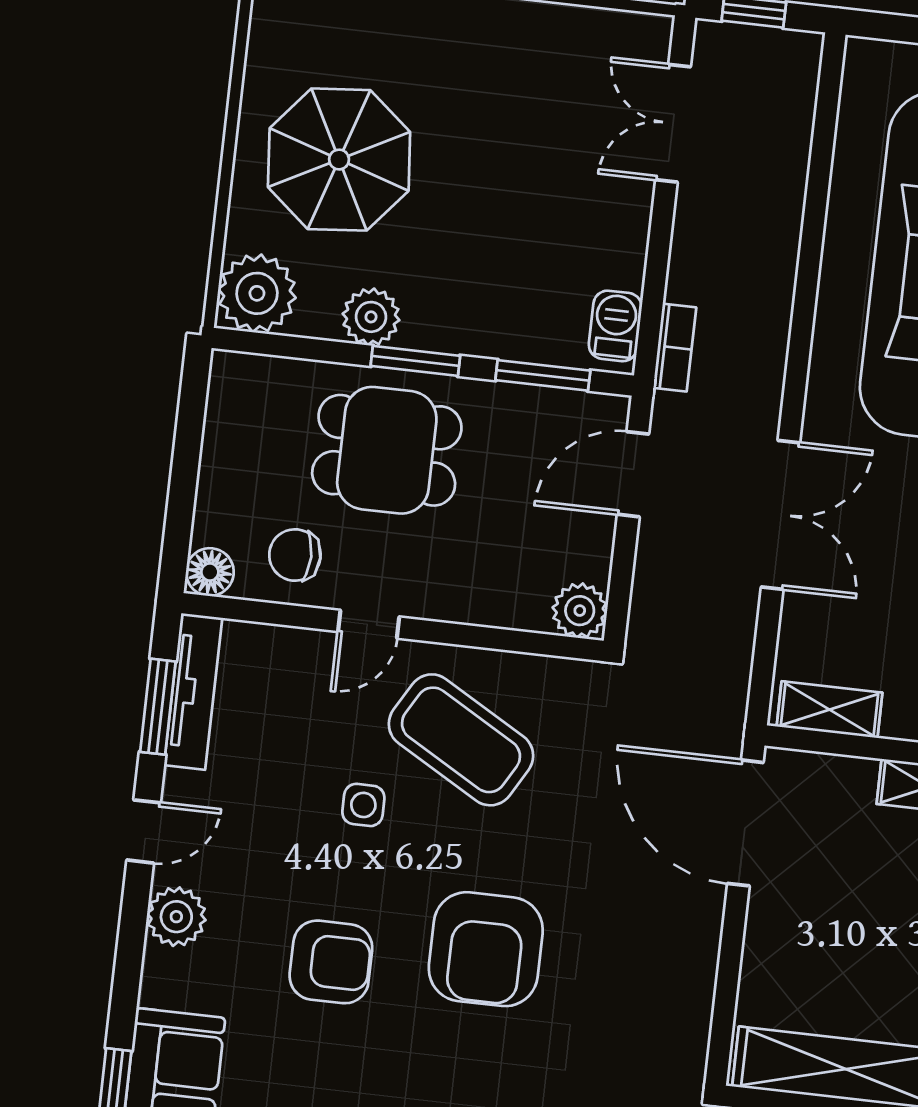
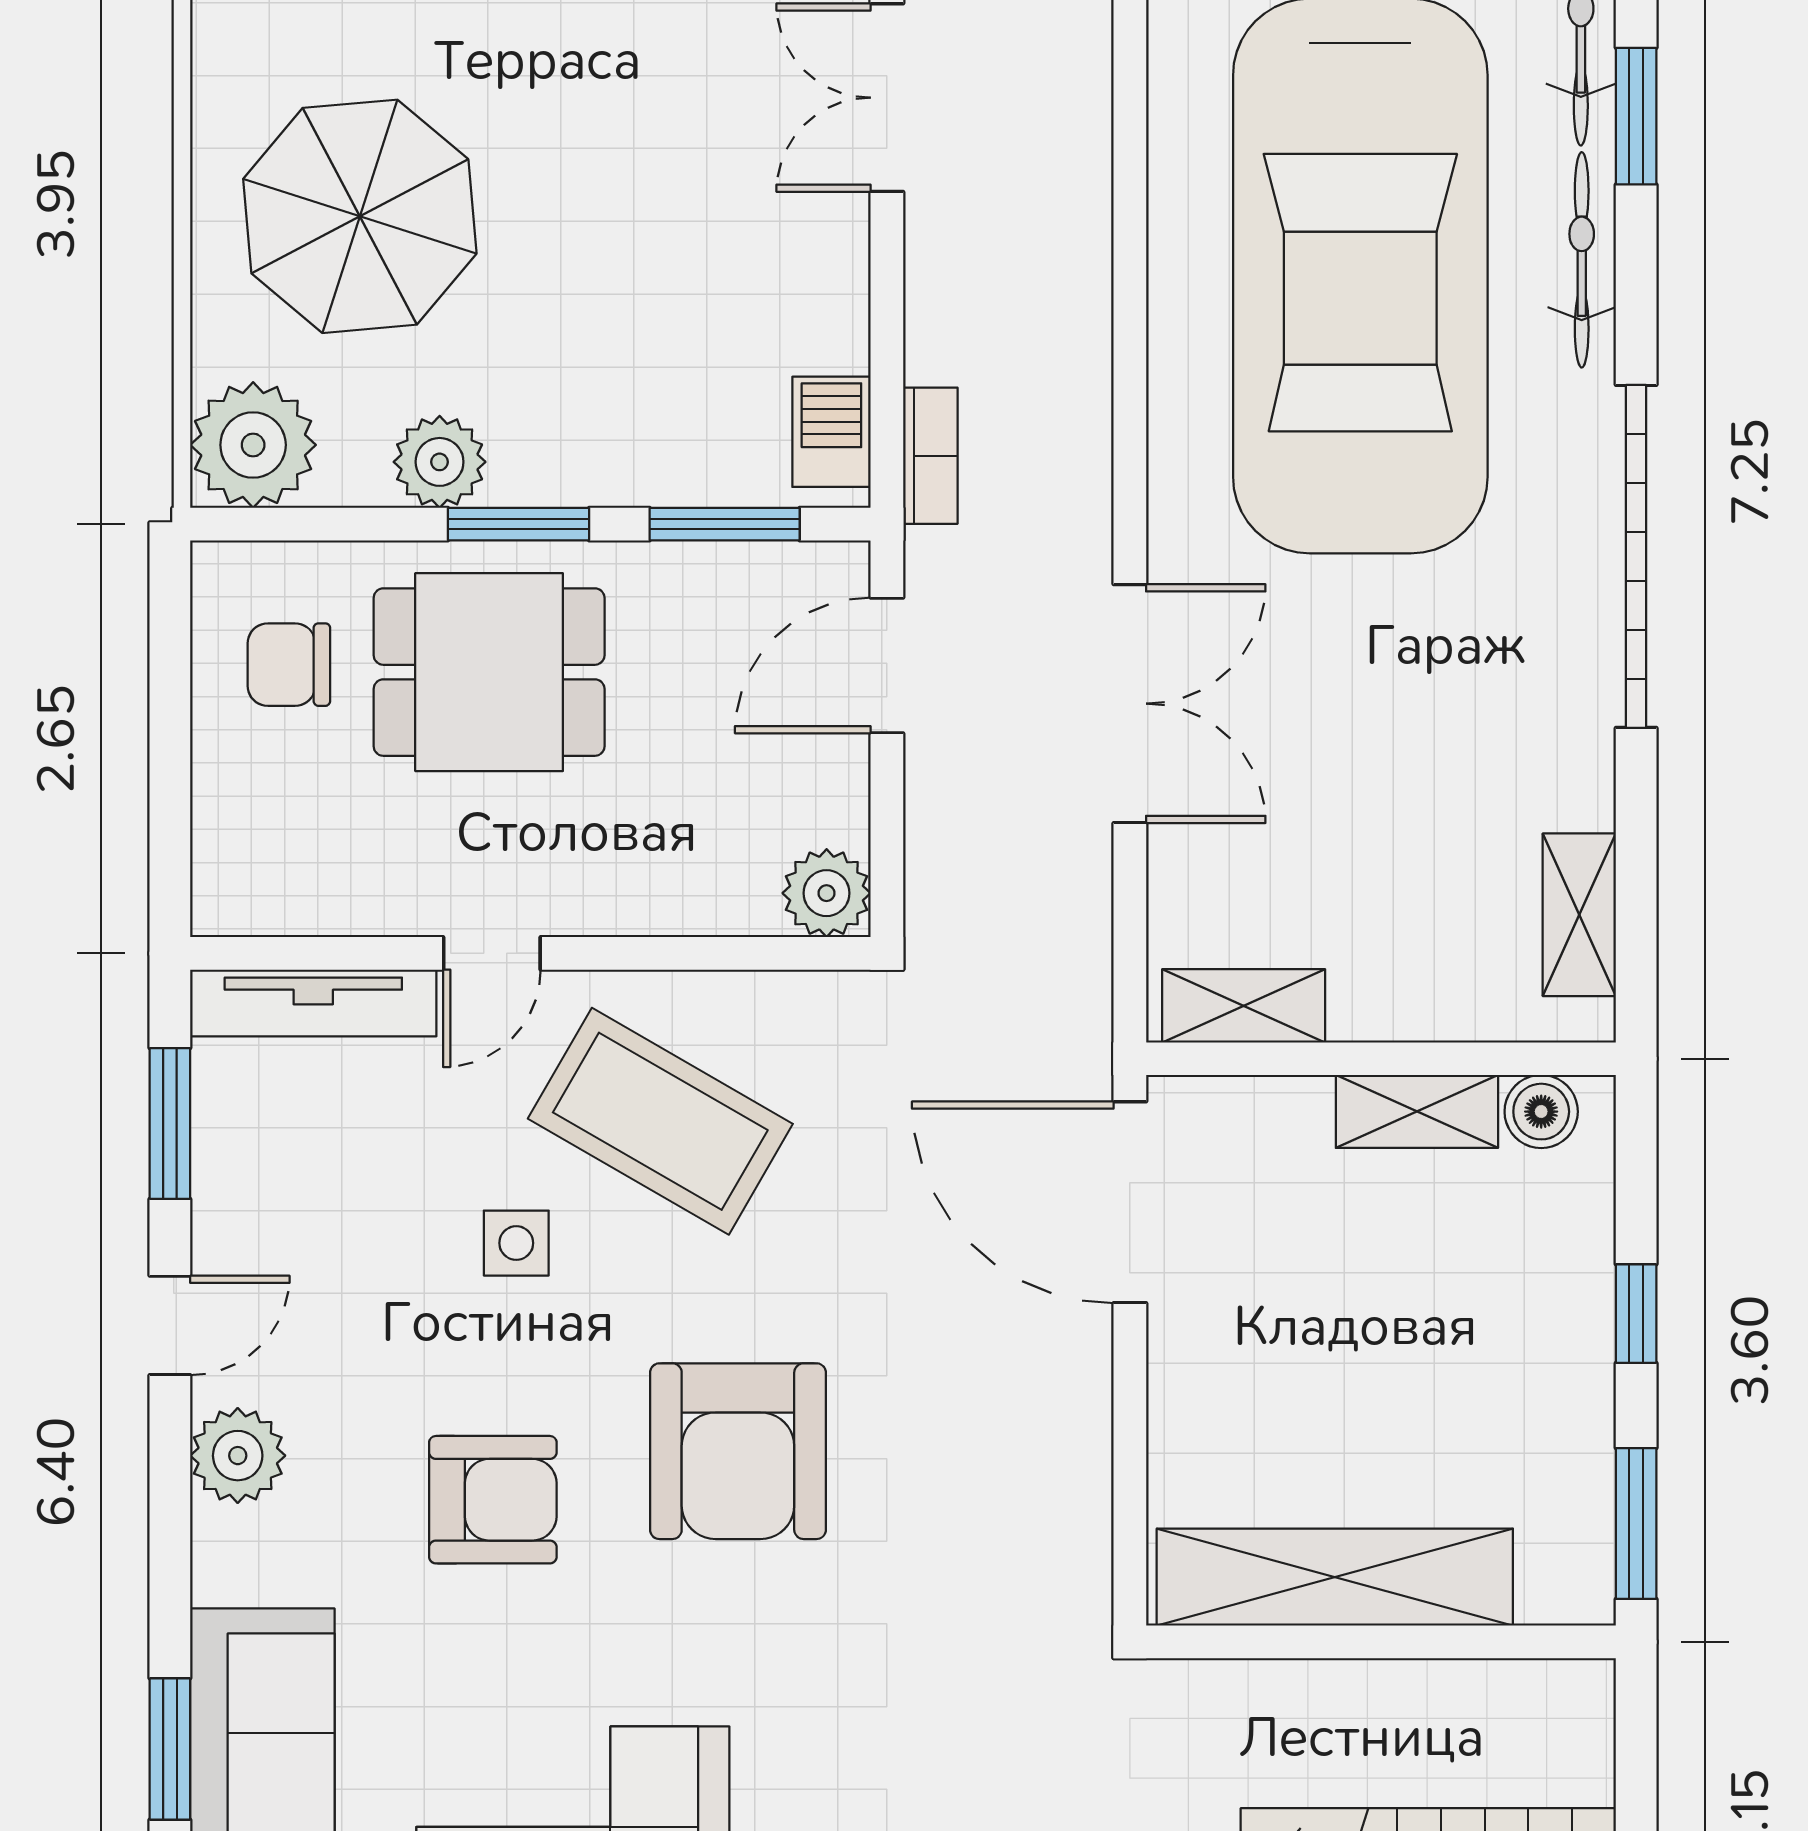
chair: (295, 555) -> (289, 665), moved
floor lamp: (210, 572) -> (229, 899), removed
tv unit: (193, 691) -> (313, 1003), moved, turned 90

